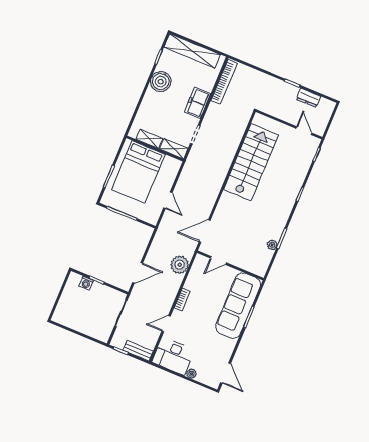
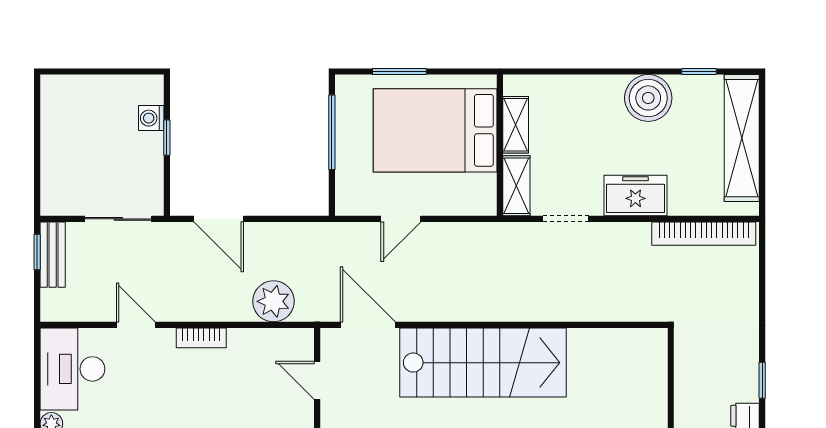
stairs: (251, 162) -> (483, 363), moved
bench: (138, 351) -> (53, 255), moved

